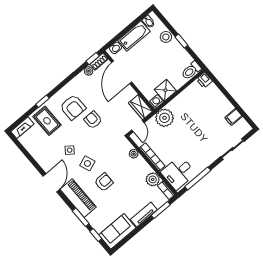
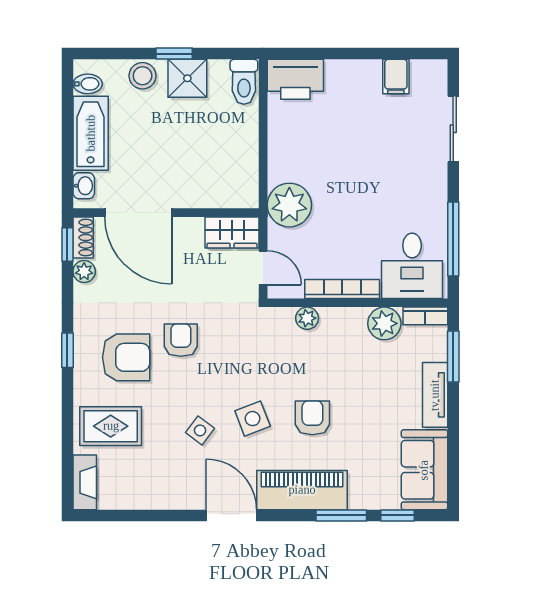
printer: (204, 80) -> (295, 79), width x1.87, depth x1.48
shower: (165, 90) -> (187, 78), moved
window: (42, 101) -> (67, 350), moved
washing machine: (157, 101) -> (247, 194), removed
armchair: (93, 120) -> (181, 340), turned 90

